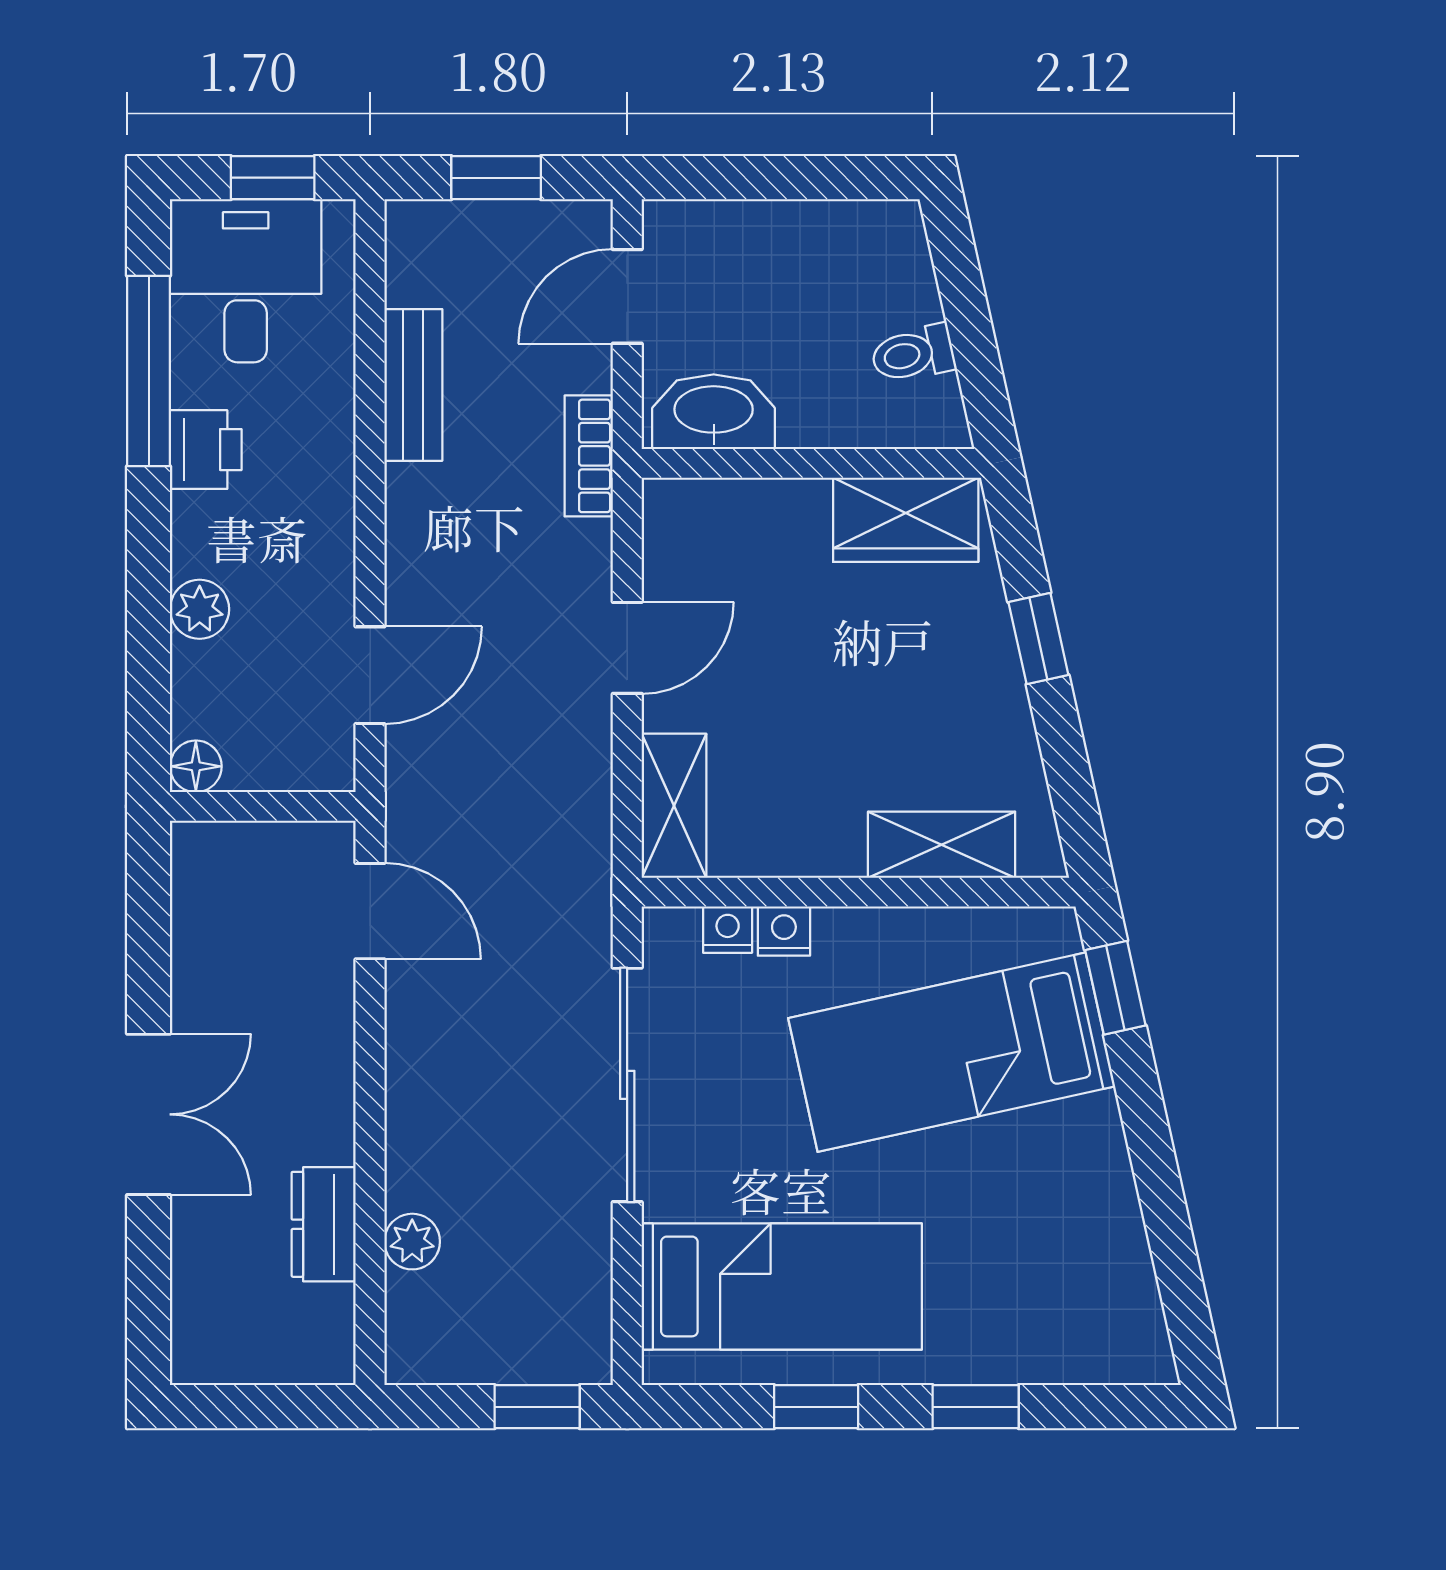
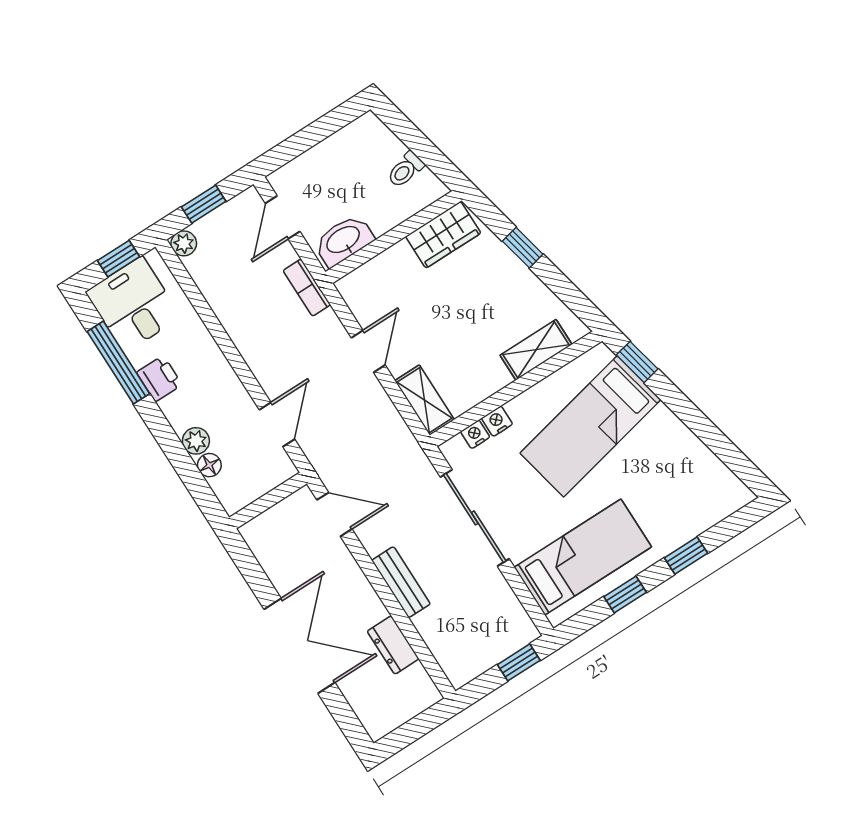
bench: (413, 385) -> (401, 582), moved
floor lamp: (196, 766) -> (209, 465), moved
double door: (149, 1114) -> (300, 646), width x1.37
plant: (412, 1242) -> (184, 243), moved

